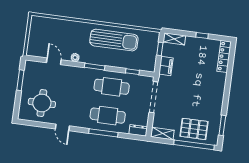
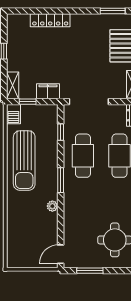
barbecue: (152, 36) -> (13, 114), added
sun lounger: (114, 40) -> (24, 161), turned 180
locker: (224, 56) -> (50, 20), moved
door: (54, 61) -> (61, 254), moved

